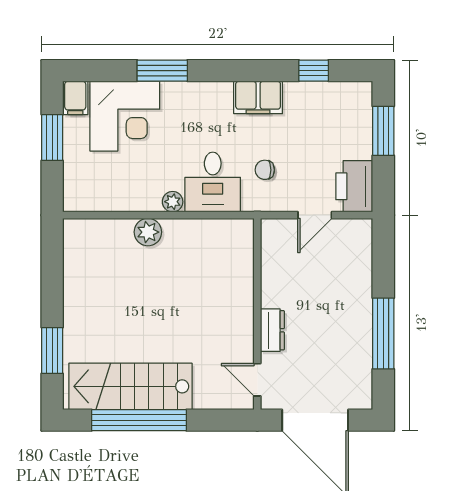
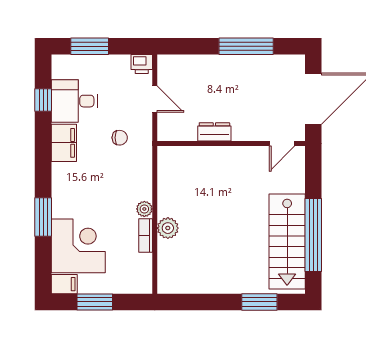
chair: (265, 170) -> (120, 138), turned -90
desk: (213, 182) -> (74, 101), moved, turned 180
printer: (354, 186) -> (142, 64), width x0.53, depth x0.68
bookcase: (138, 203) -> (146, 235), added
dresser: (272, 330) -> (214, 132), moved

